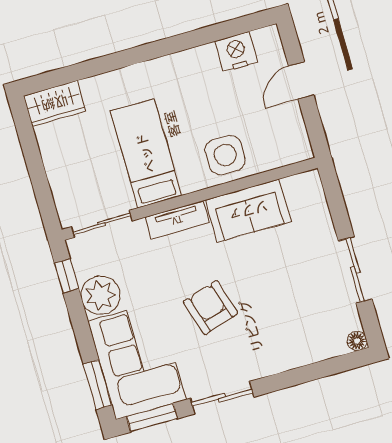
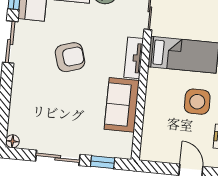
side table: (225, 155) -> (197, 102), moved
window: (337, 206) -> (103, 162), added

